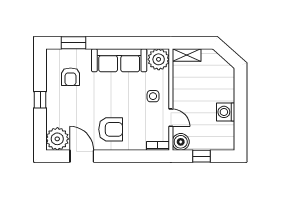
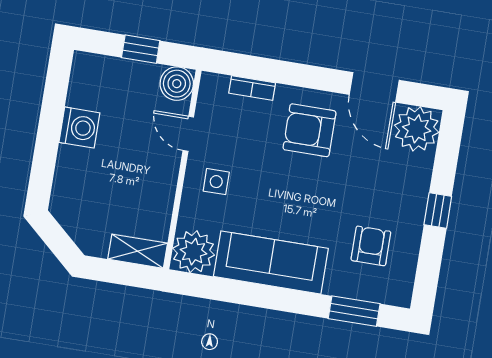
bookcase: (158, 146) -> (252, 88), moved

